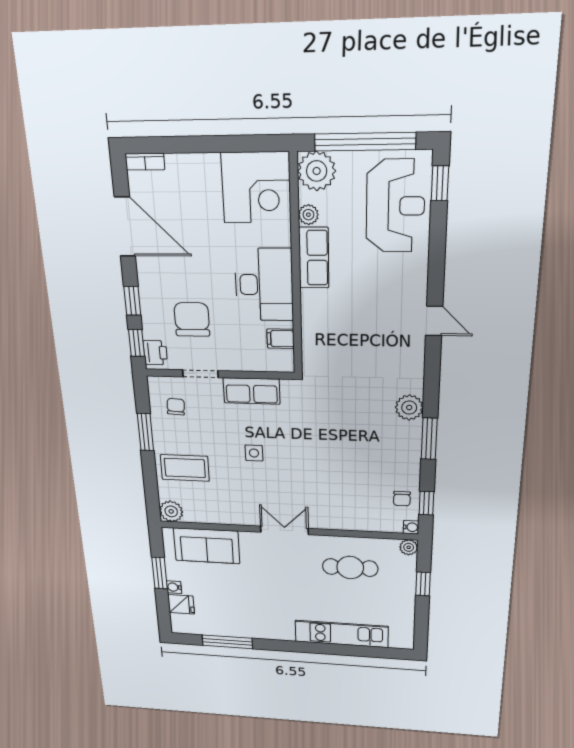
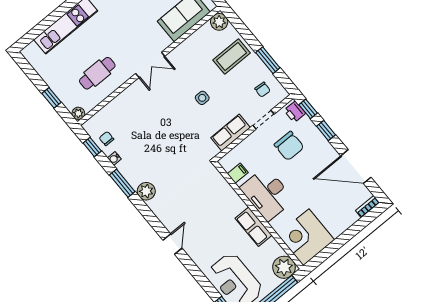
plant: (308, 215) -> (272, 245), removed
door: (434, 321) -> (172, 244), swing flipped
water cooler: (411, 527) -> (114, 158), moved

